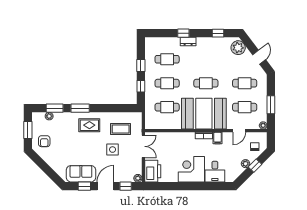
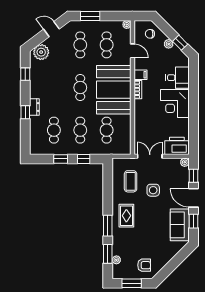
window: (271, 105) -> (90, 16), moved
window: (255, 166) -> (180, 43), moved

